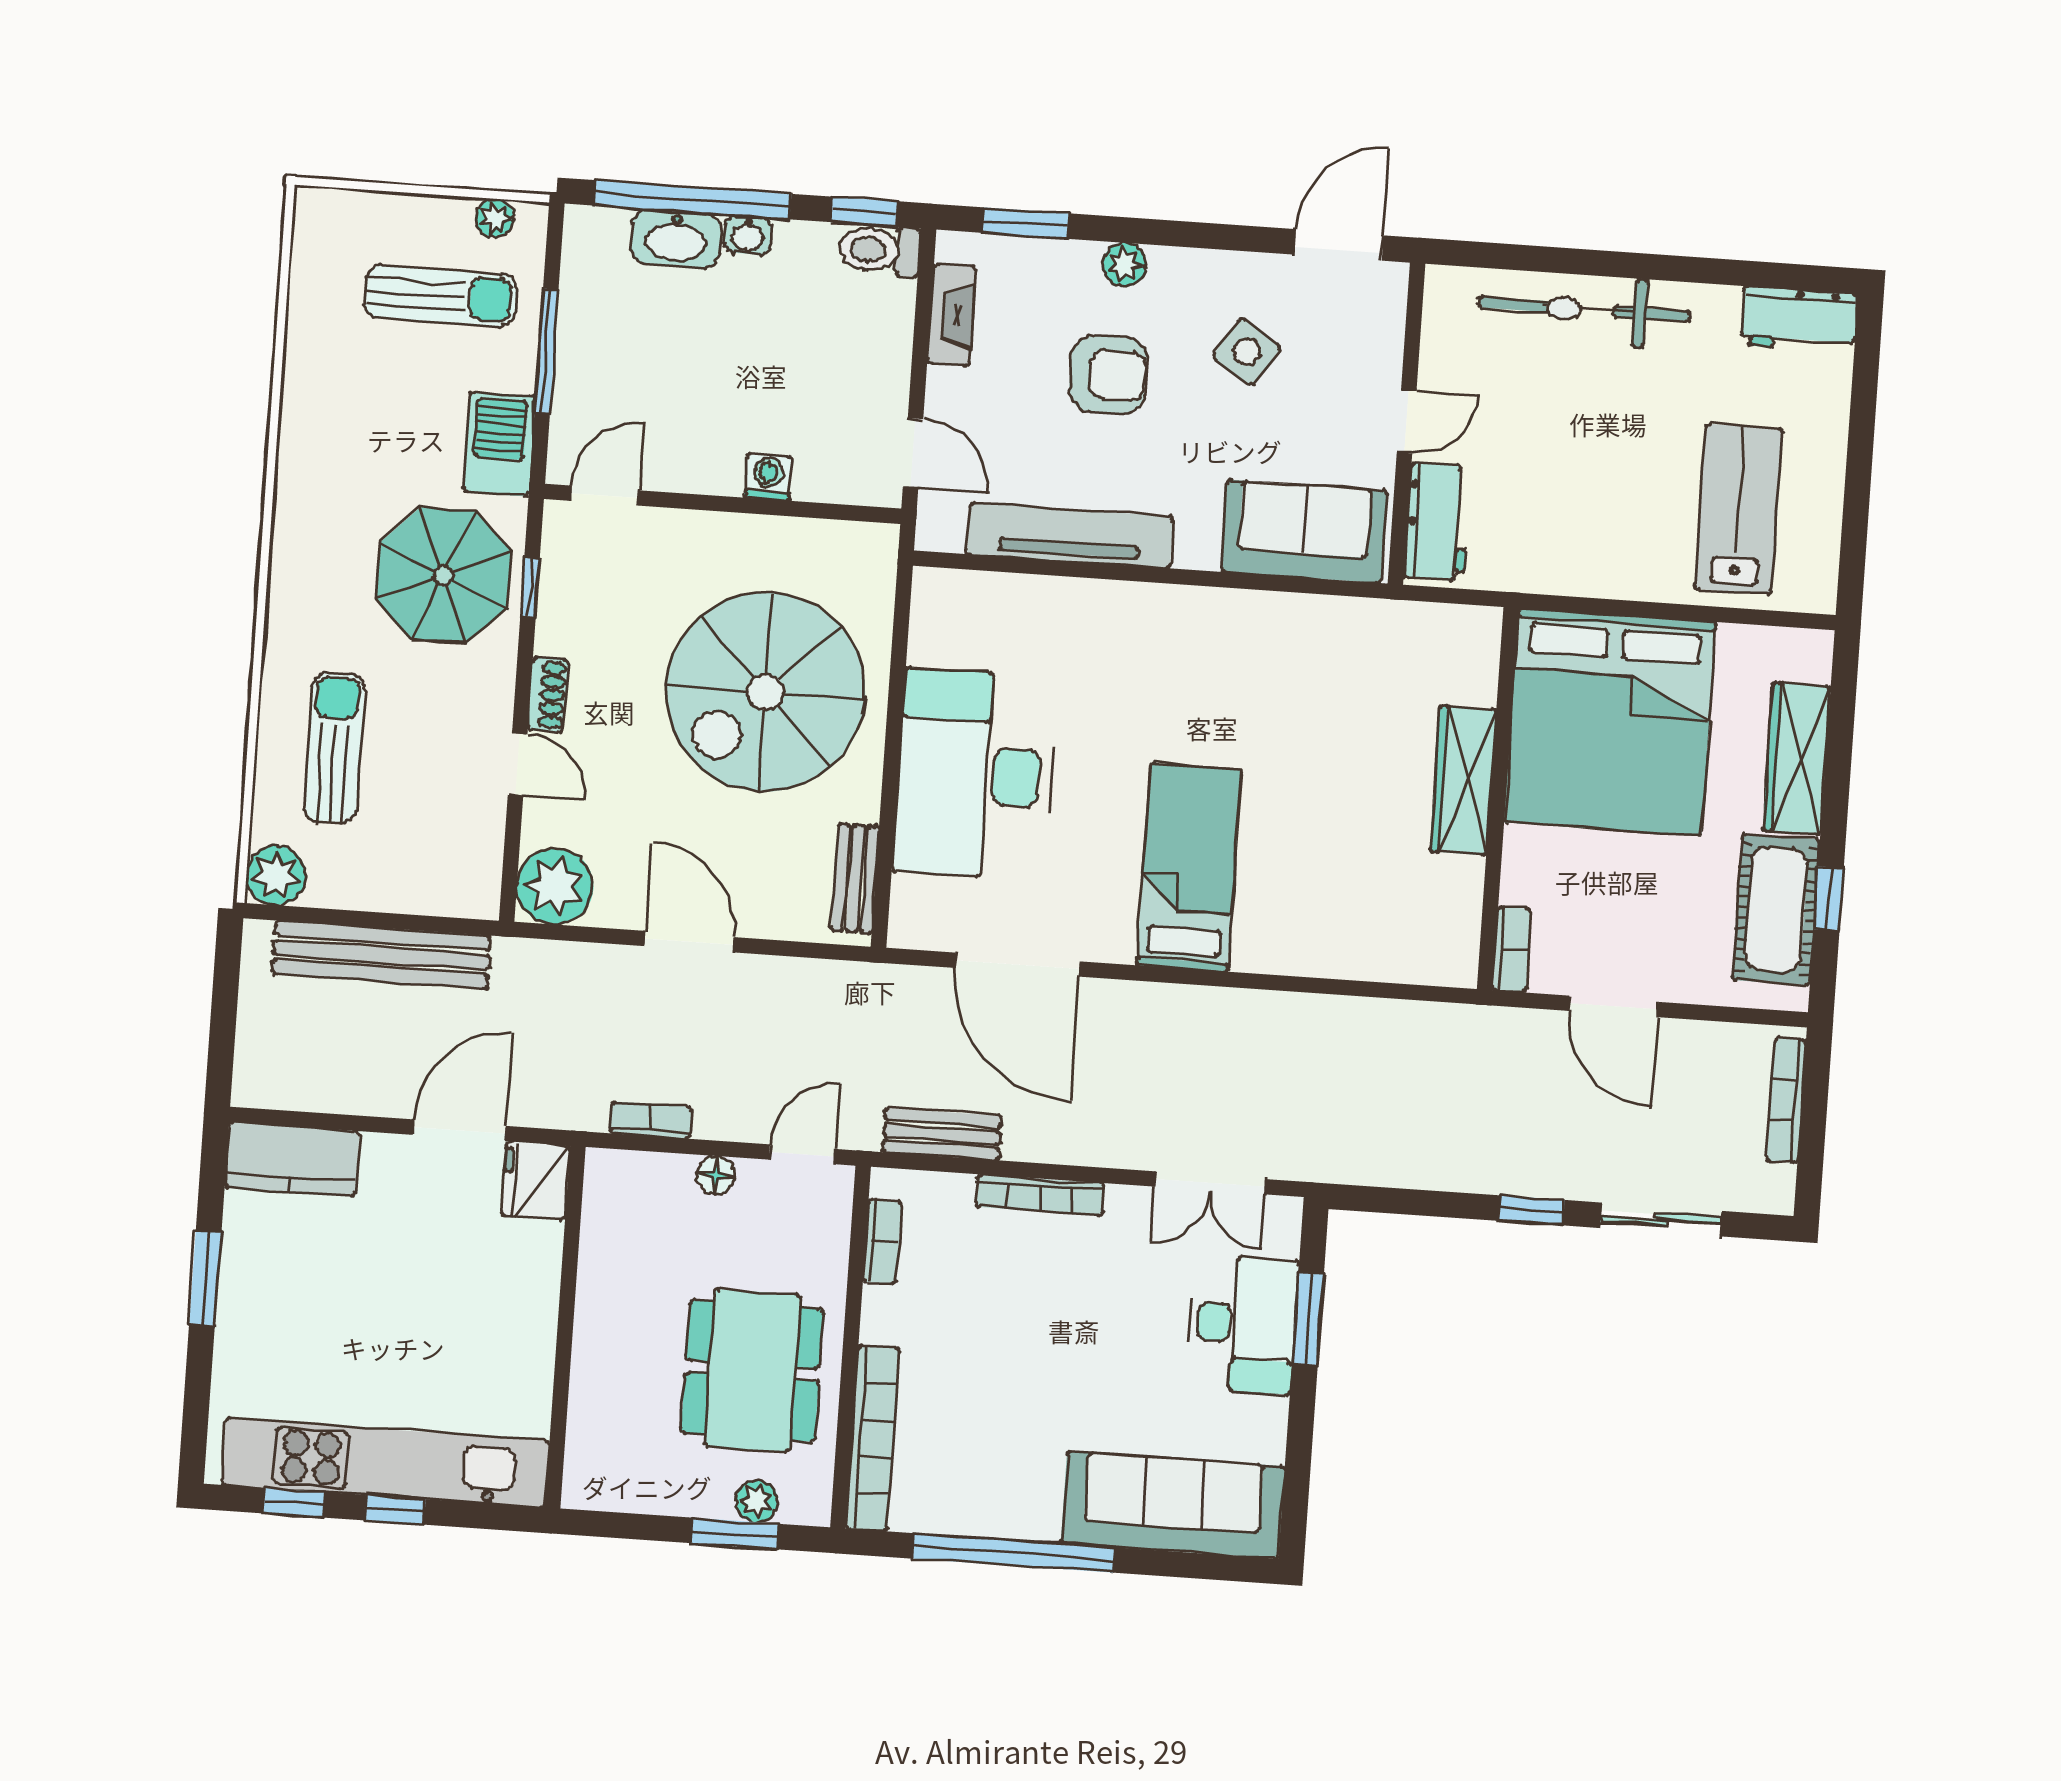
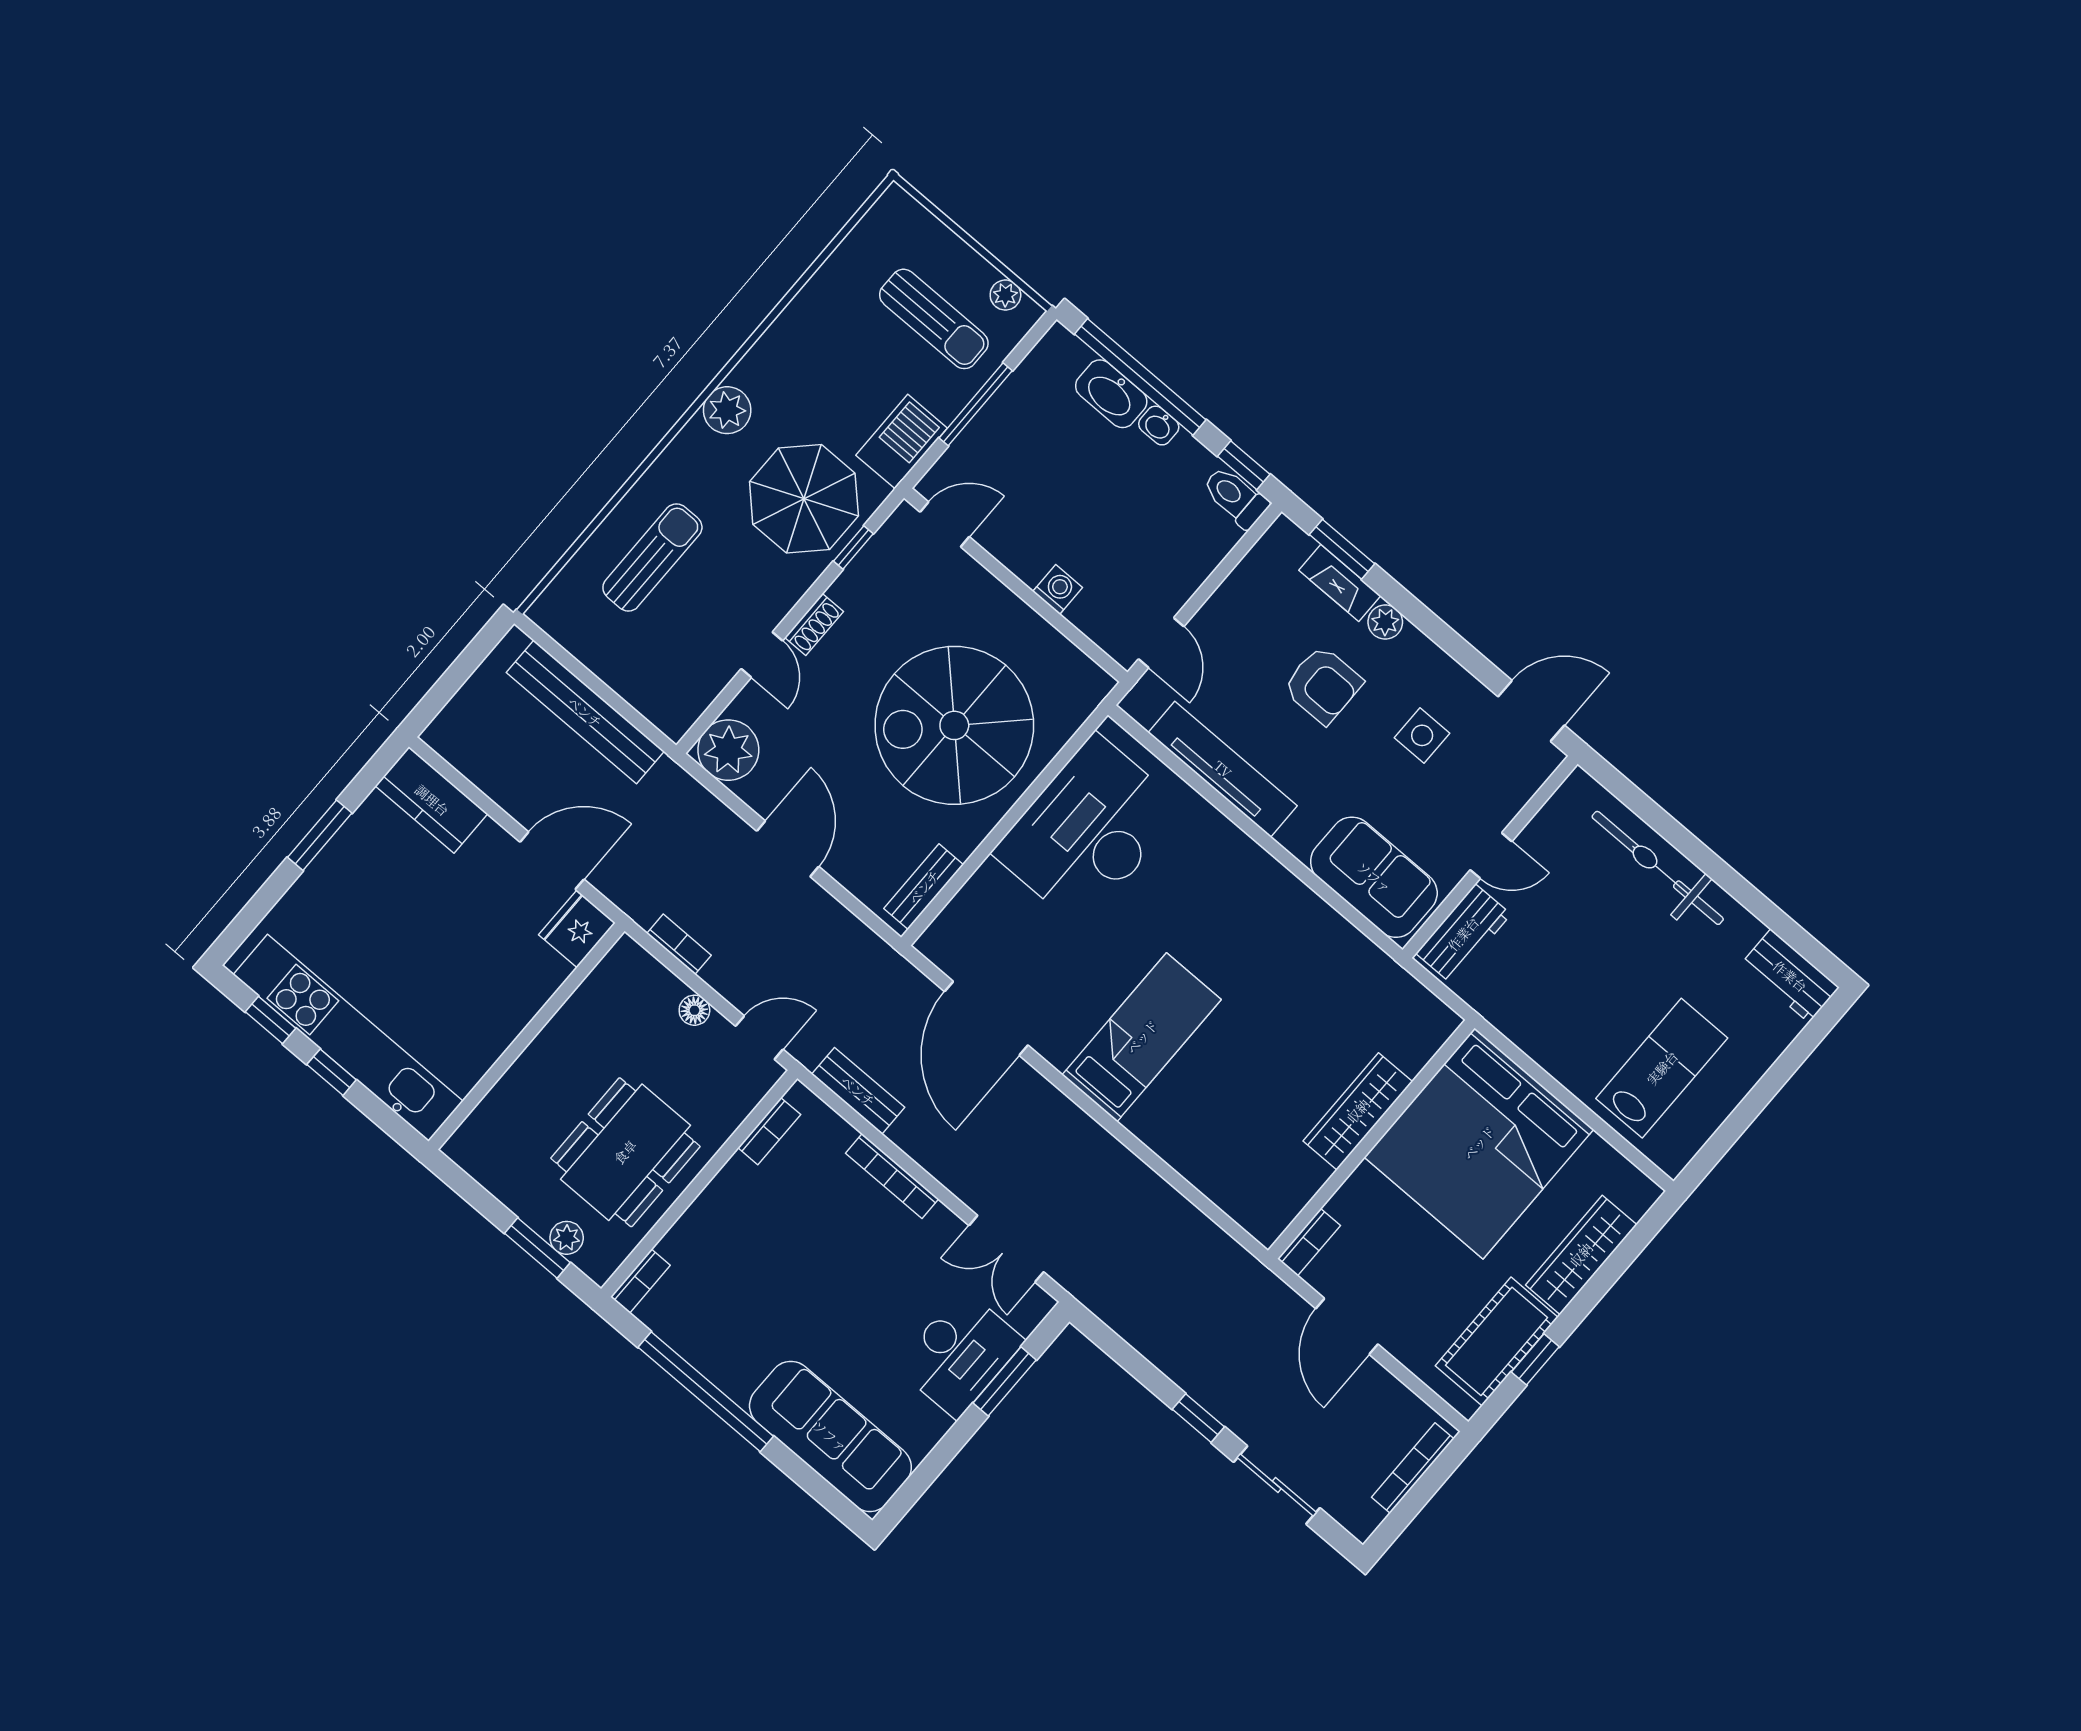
fireplace: (952, 315) -> (1340, 583), moved, turned 90
side table: (1247, 352) -> (1422, 735), turned -33
desk: (975, 775) -> (1088, 831), moved
plant: (276, 875) -> (727, 410), moved
bookcase: (873, 1438) -> (640, 1281), width x0.43, depth x0.76

